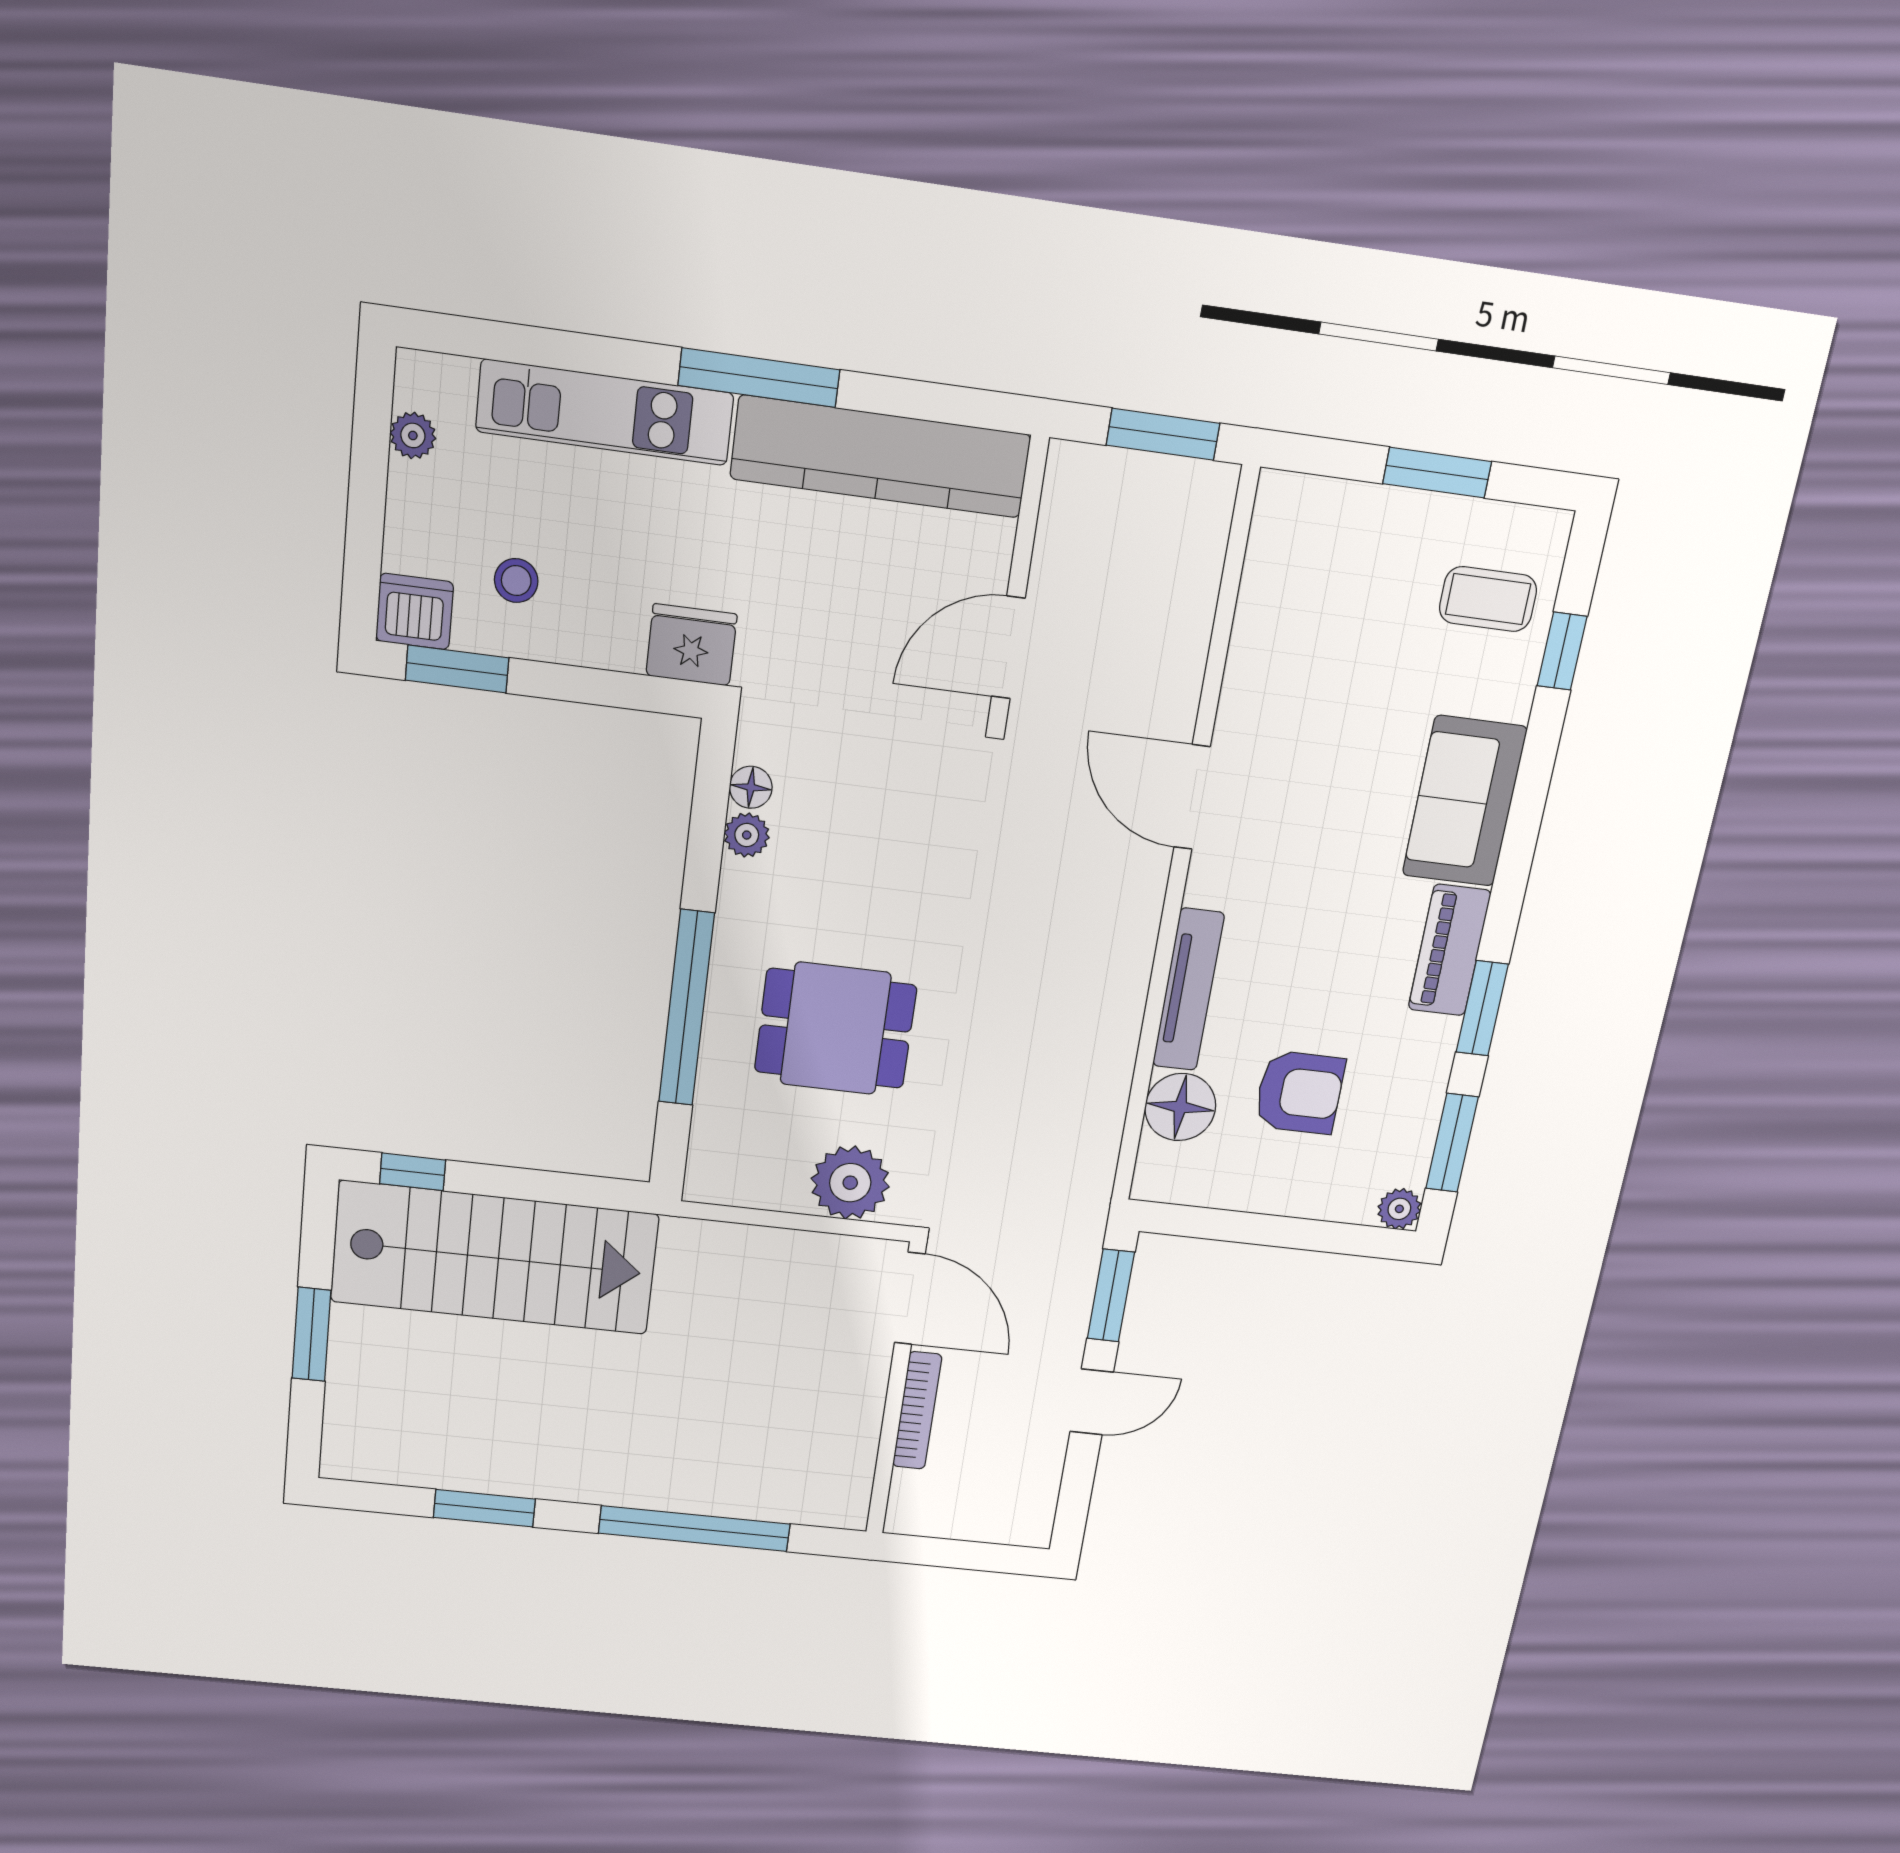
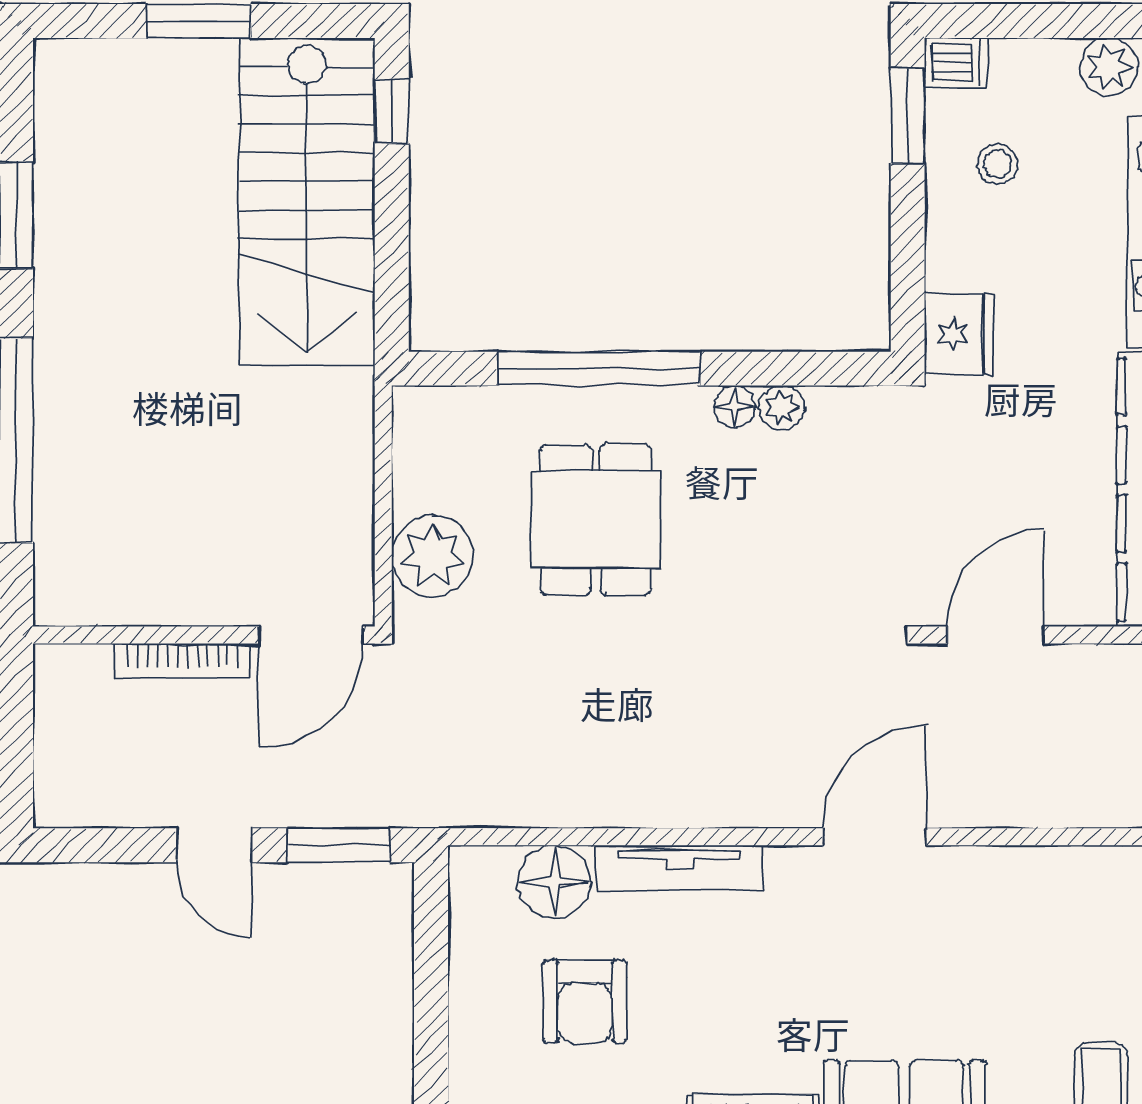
plant: (413, 436) -> (1109, 67), width x1.38, depth x1.38
dishwasher: (415, 611) -> (957, 63), width x0.73
door: (1008, 647) -> (996, 635), hinge flipped
floor lamp: (751, 787) -> (734, 406), moved

